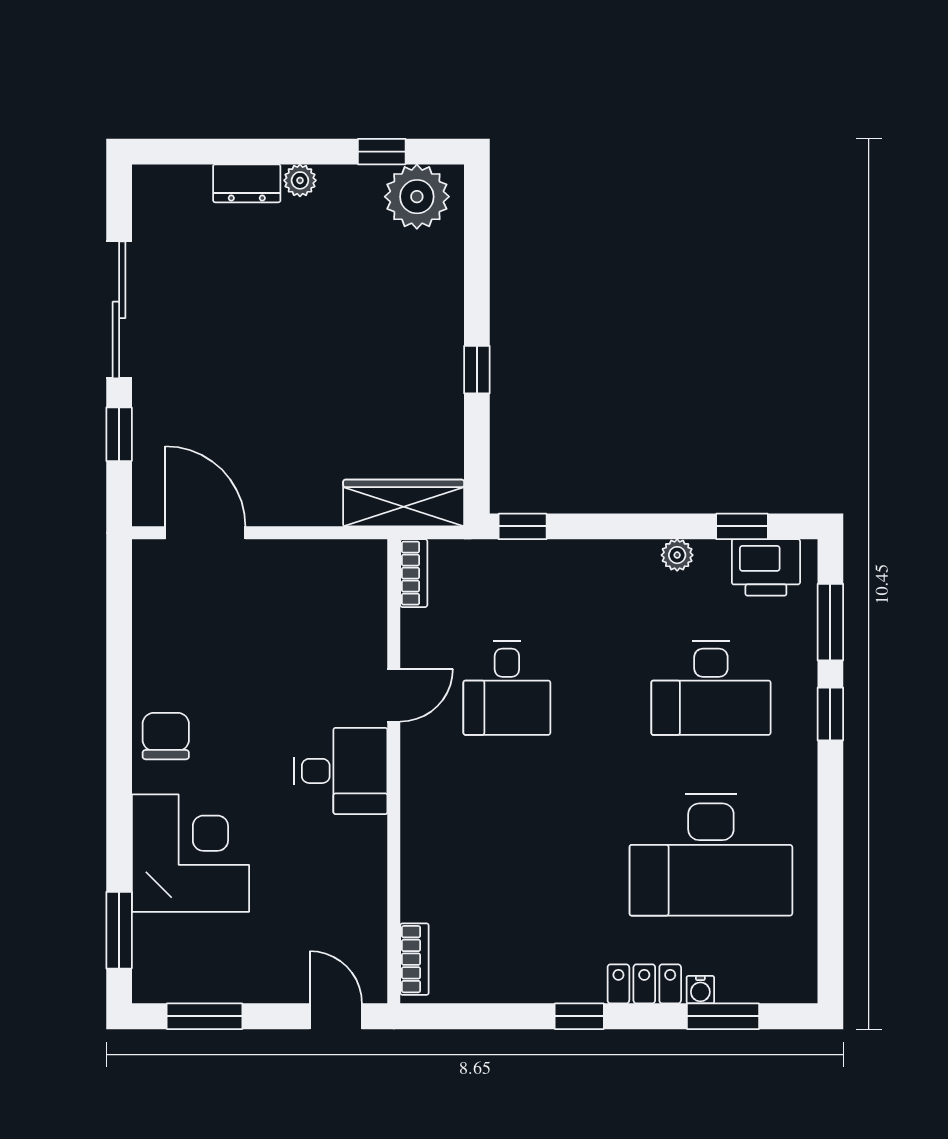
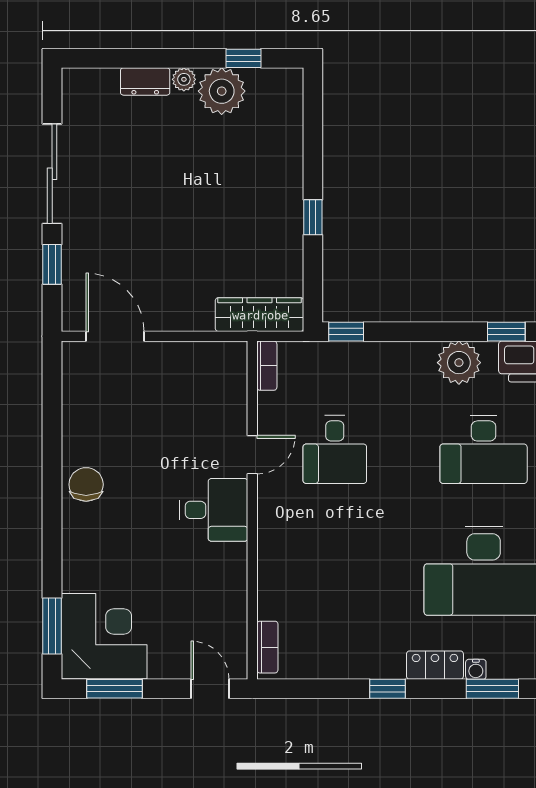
plant: (417, 197) -> (222, 91), moved
plant: (677, 555) -> (459, 363), width x1.88, depth x1.88
corner desk: (190, 853) -> (104, 636), moved

